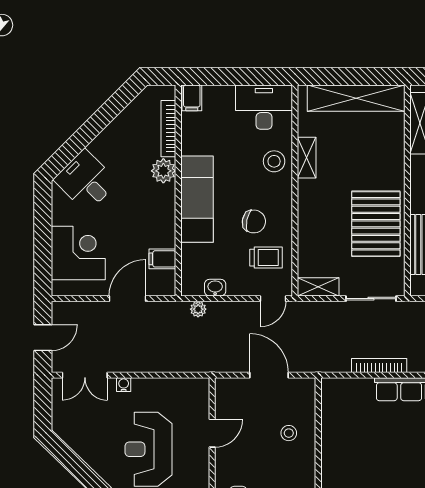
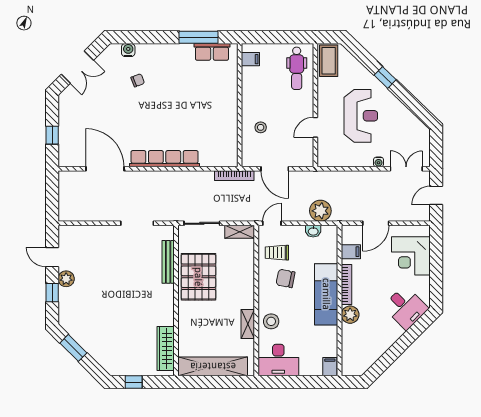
bookcase: (168, 129) -> (347, 285), moved
plant: (198, 309) -> (320, 211), width x1.88, depth x1.88
bookcase: (379, 365) -> (234, 176), moved

